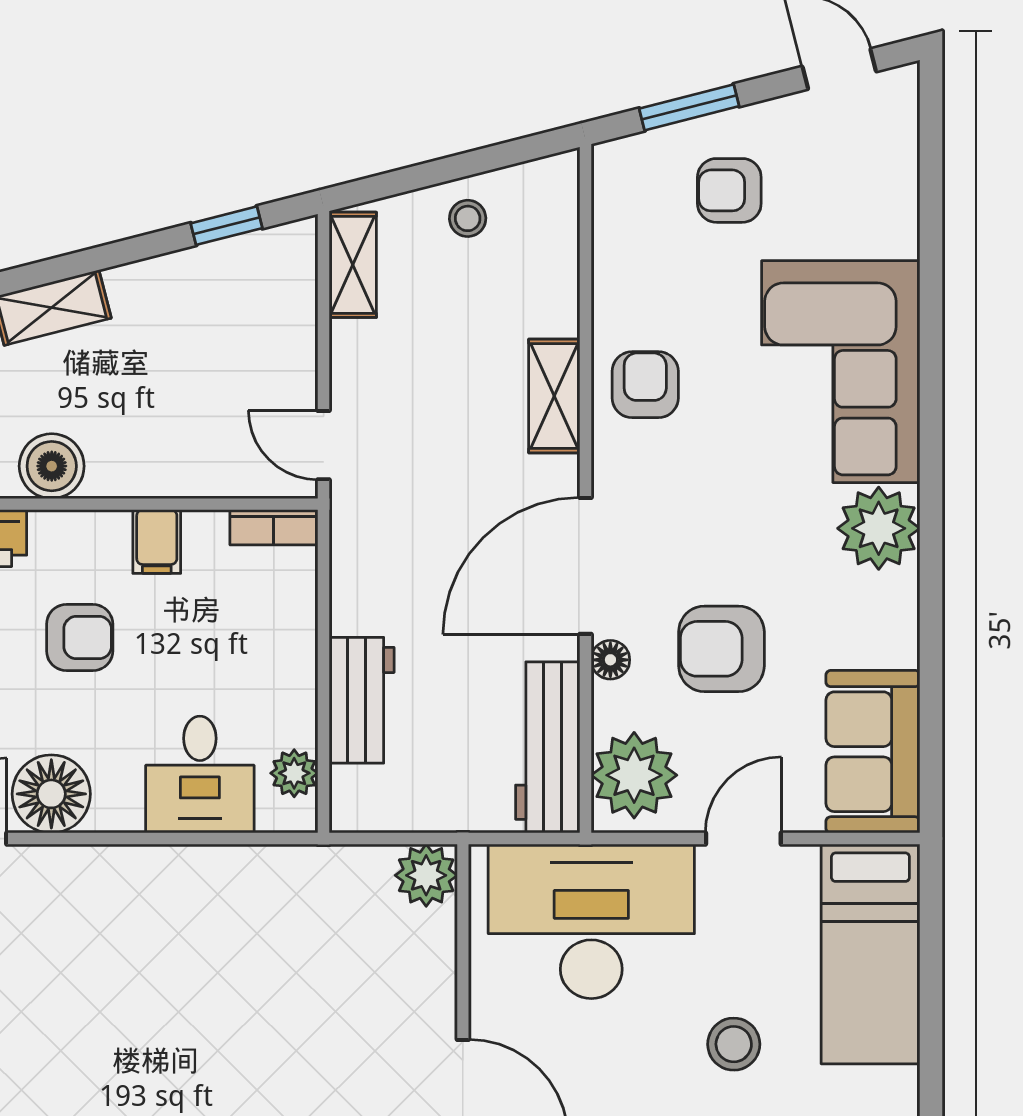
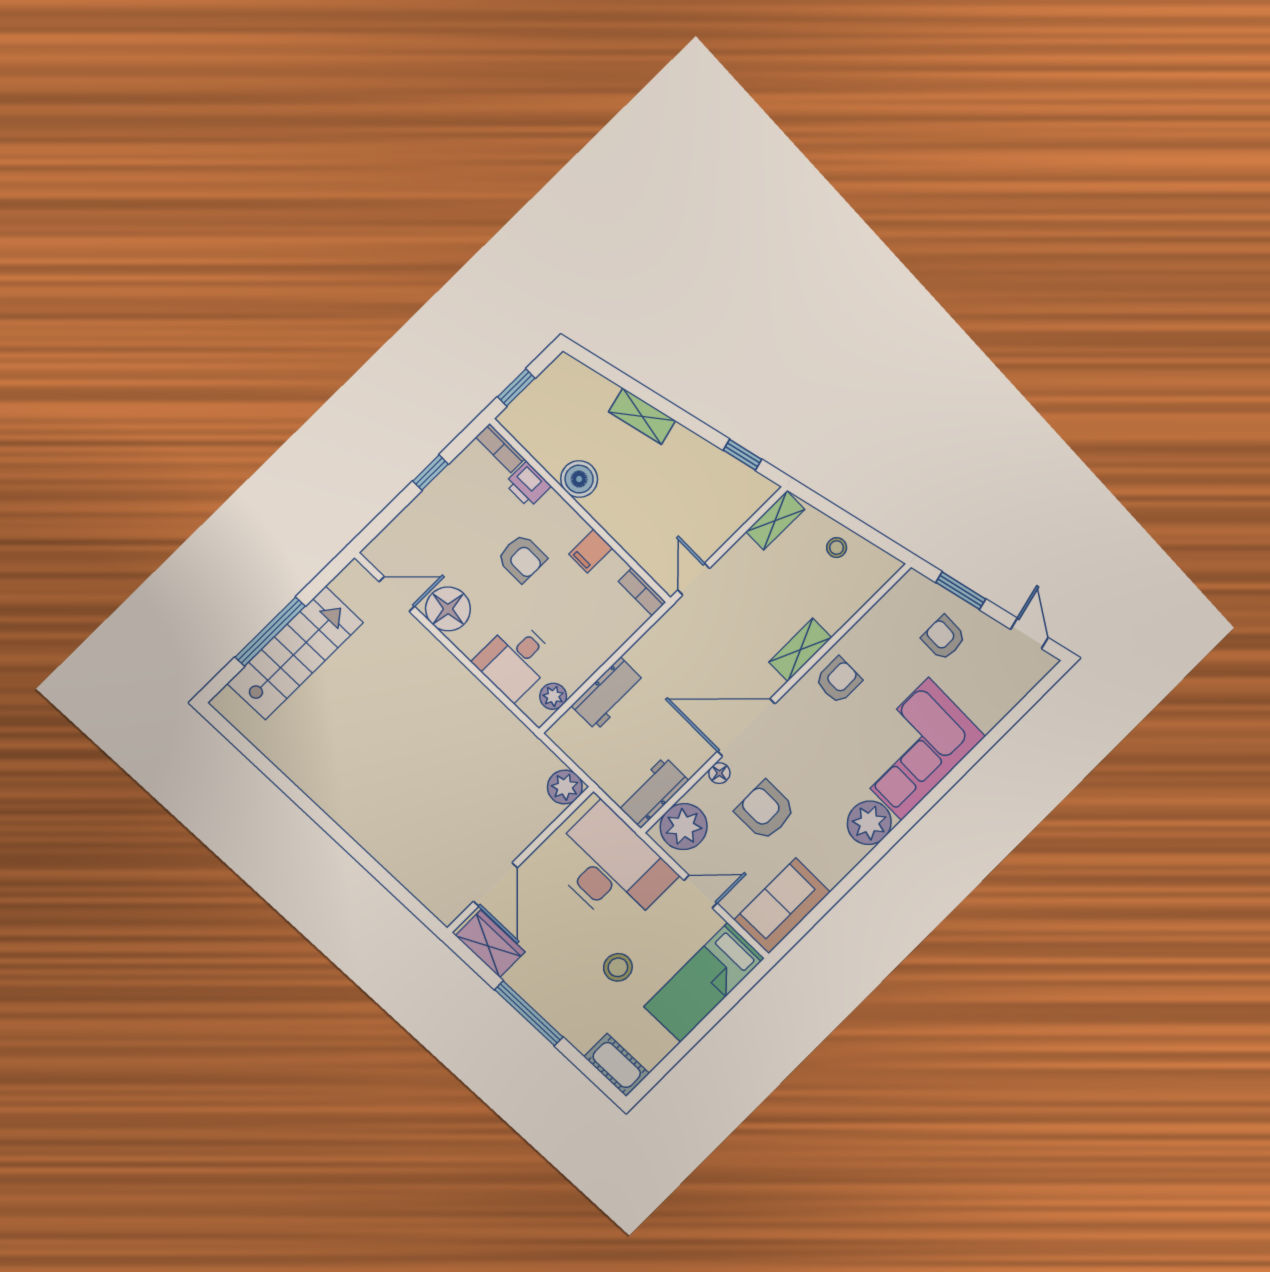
workbench: (548, 747) -> (653, 792), width x0.73

